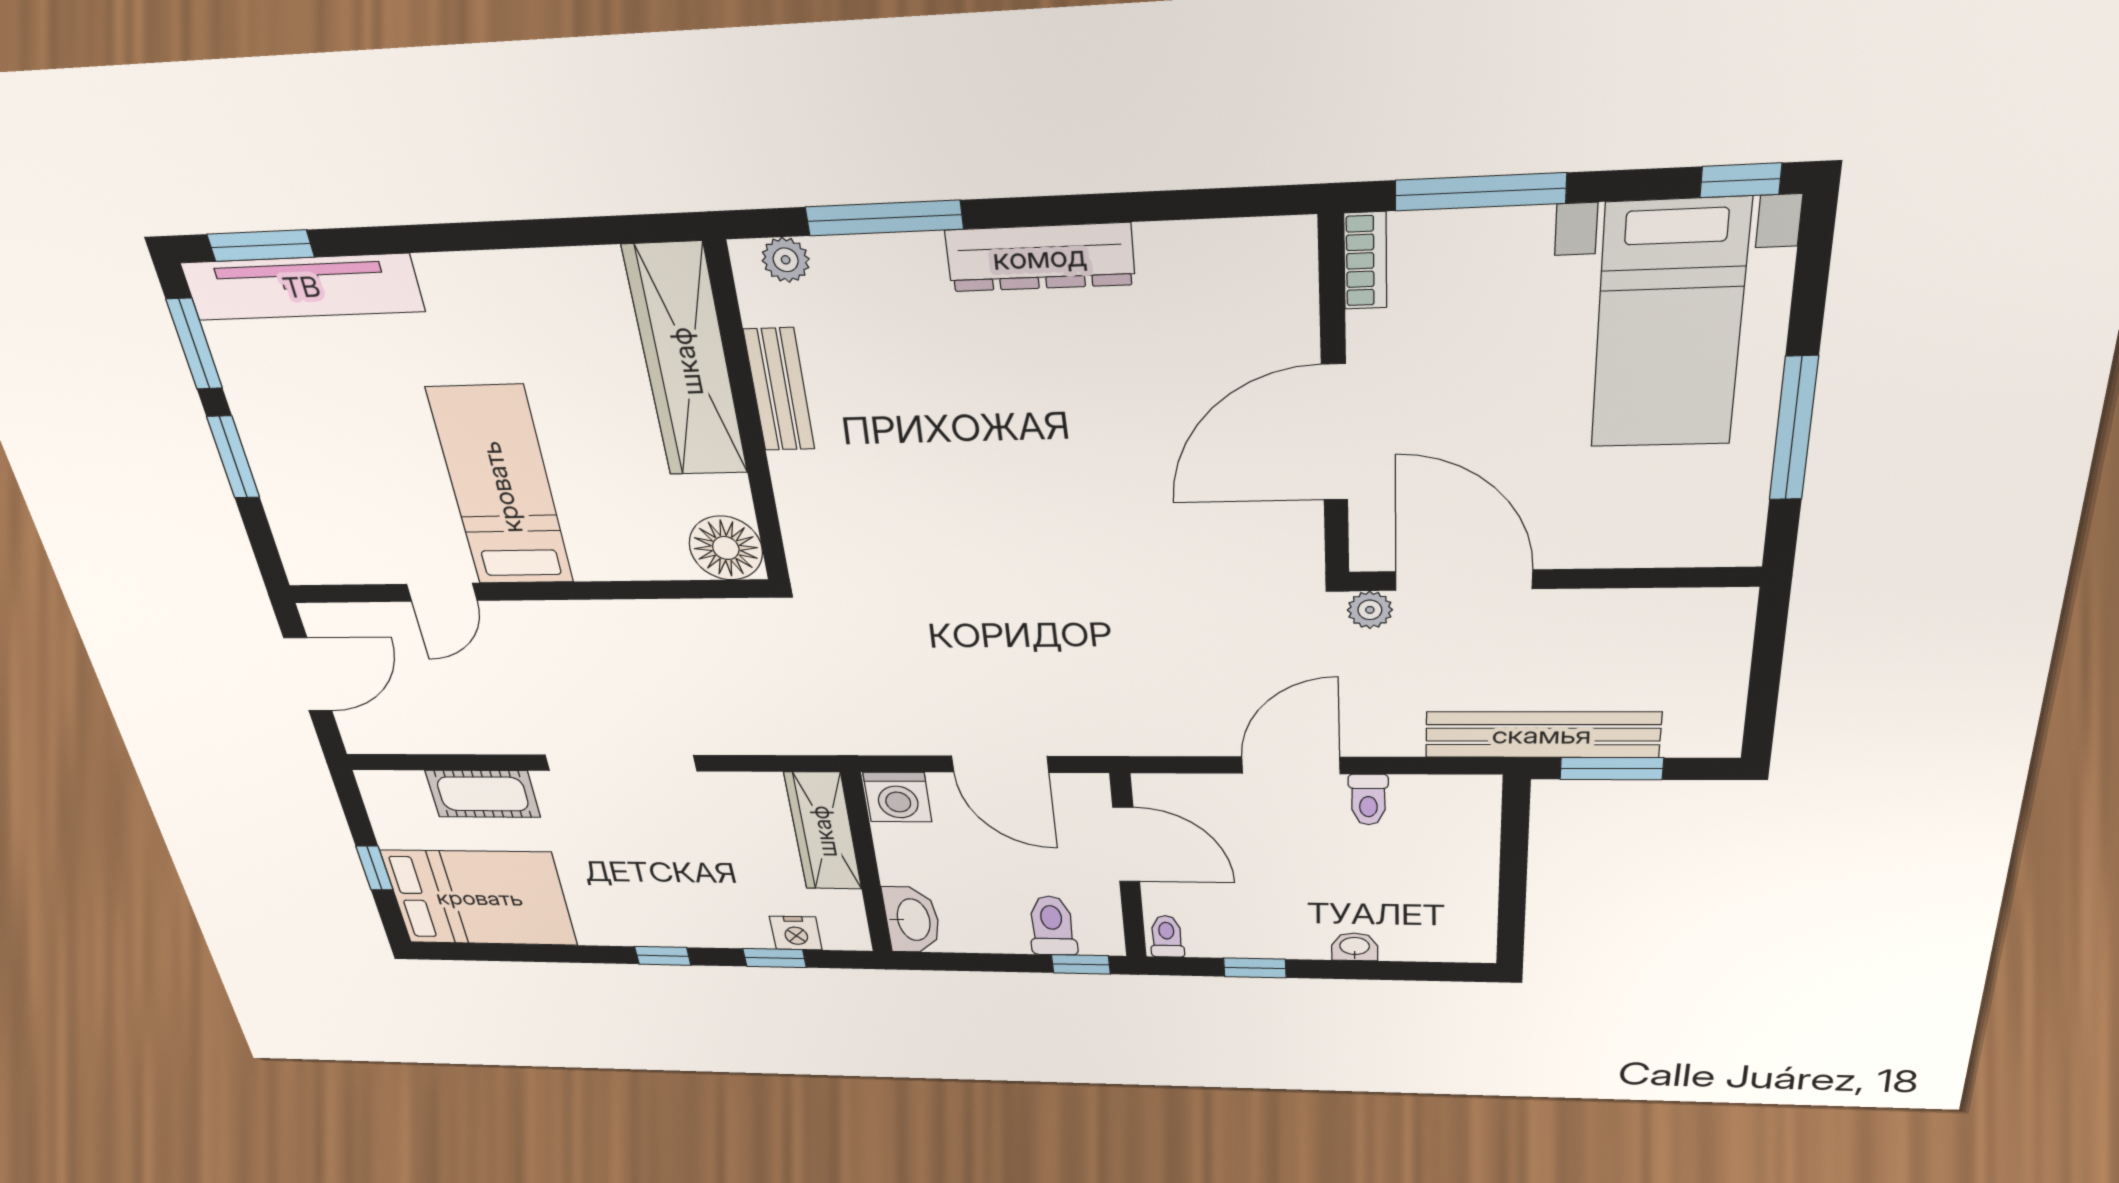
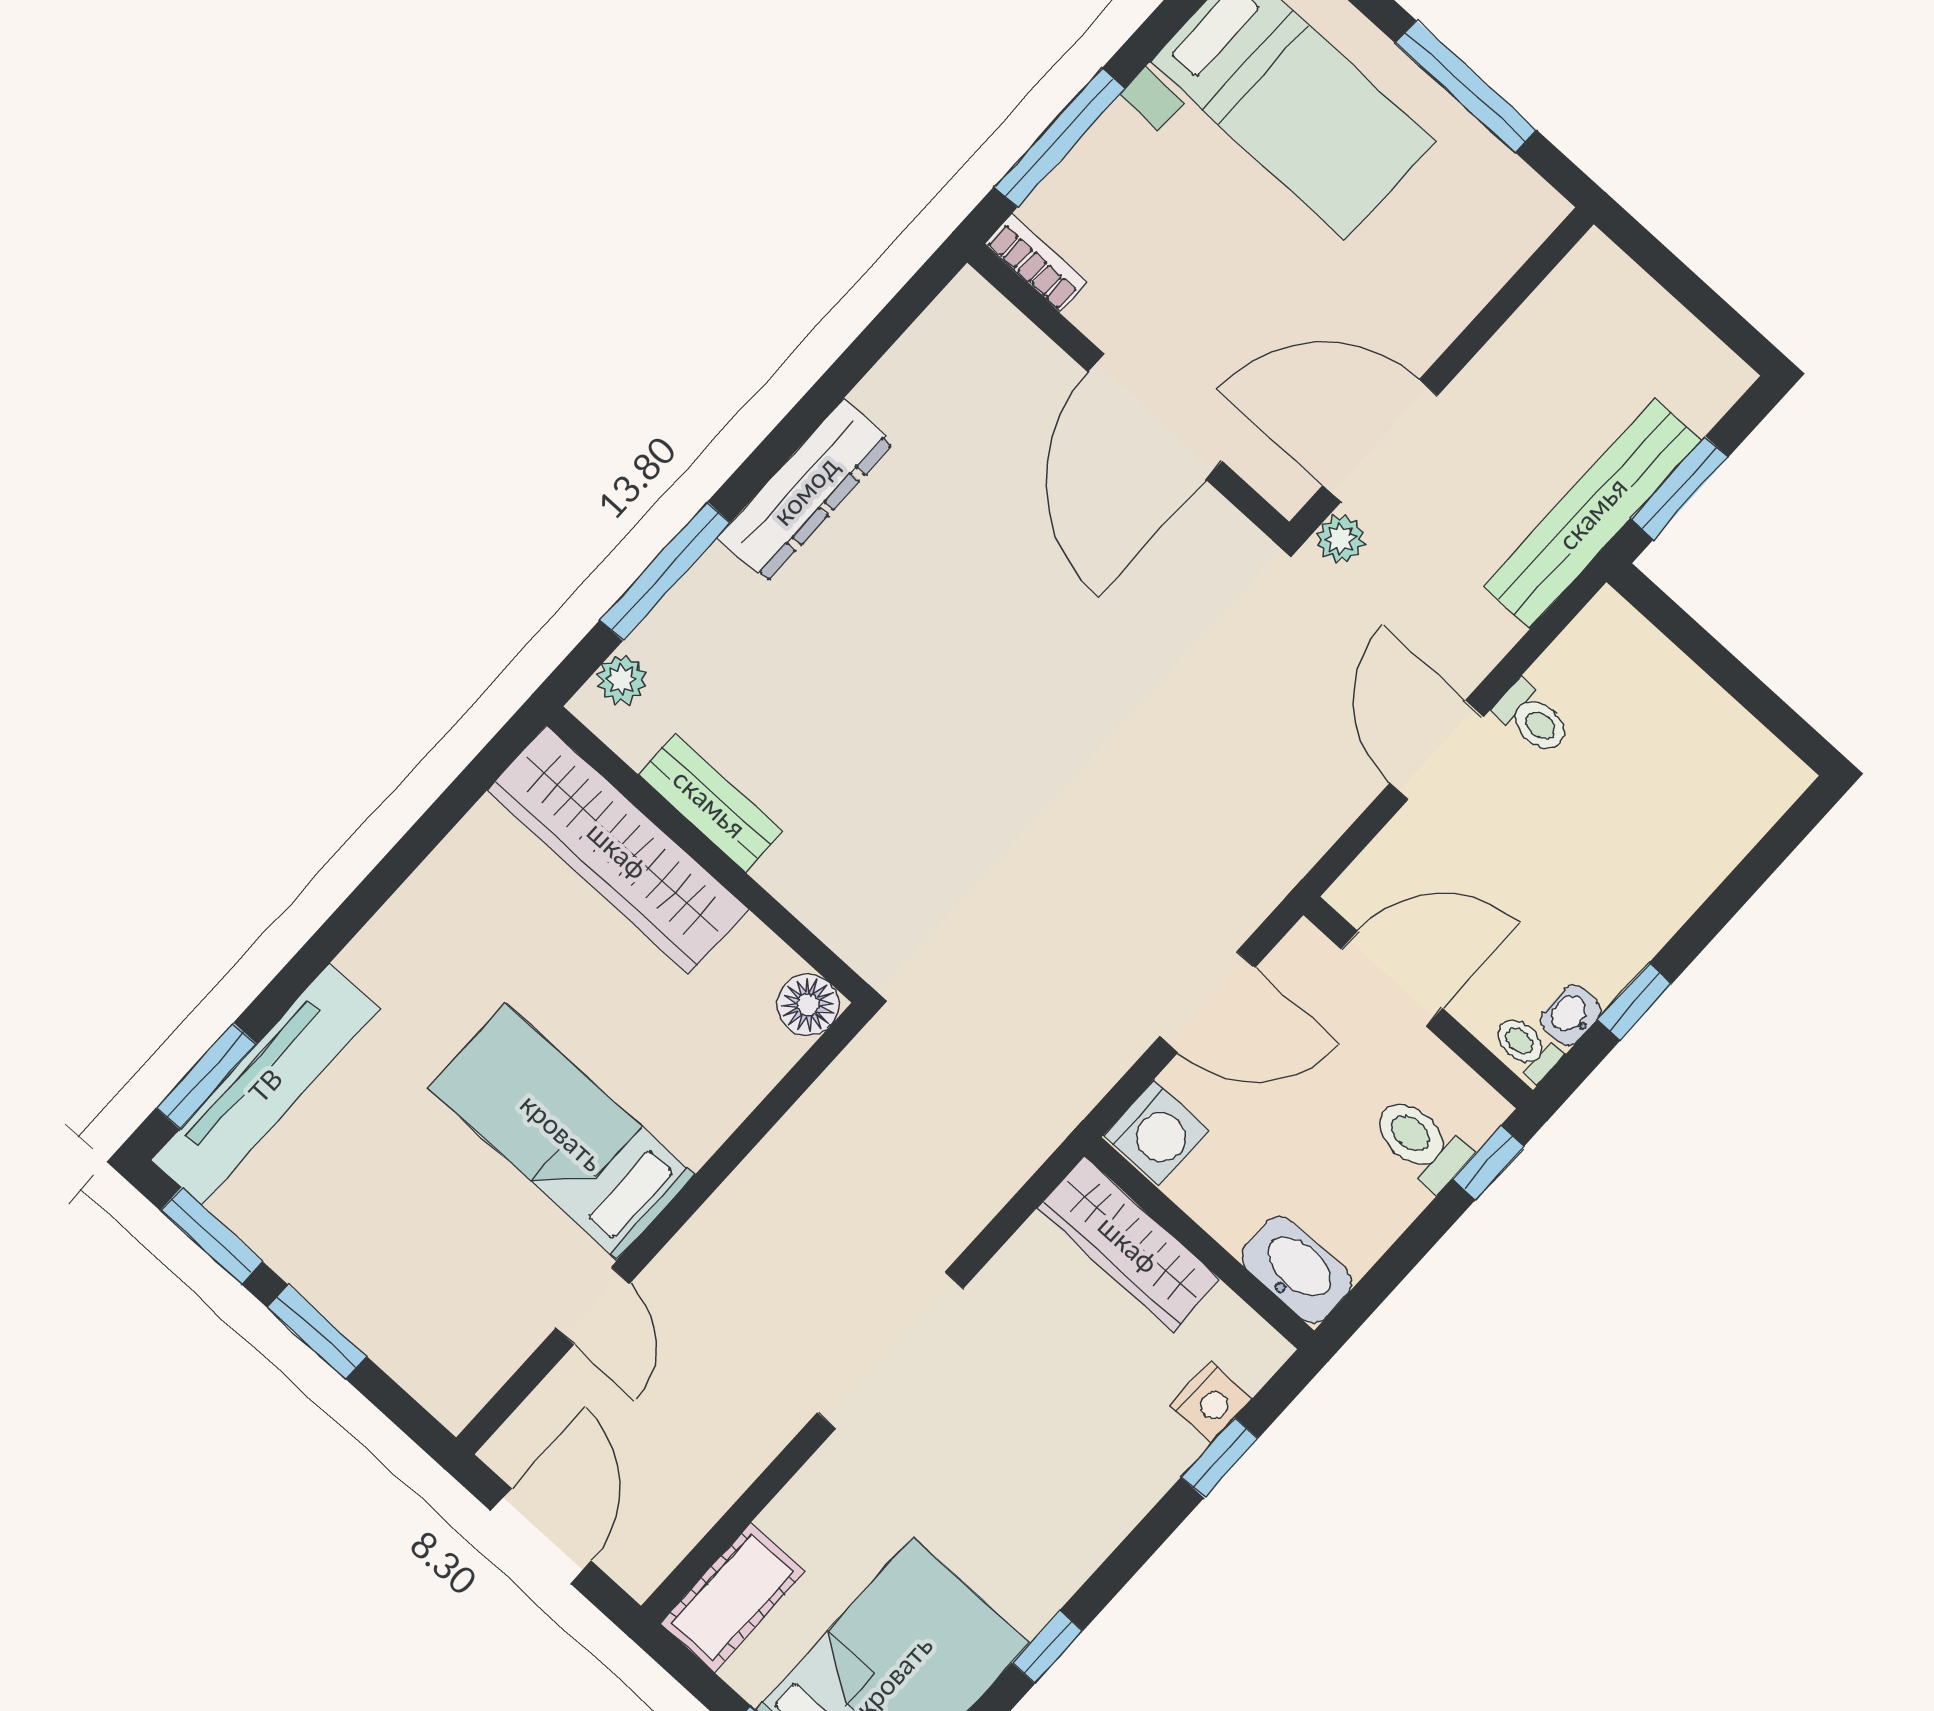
floor lamp: (726, 548) -> (808, 1005), width x0.73, depth x0.73
cot: (483, 794) -> (732, 1597), moved
washbasin: (1355, 947) -> (1571, 1015), moved
window: (663, 956) -> (1047, 1647), moved

